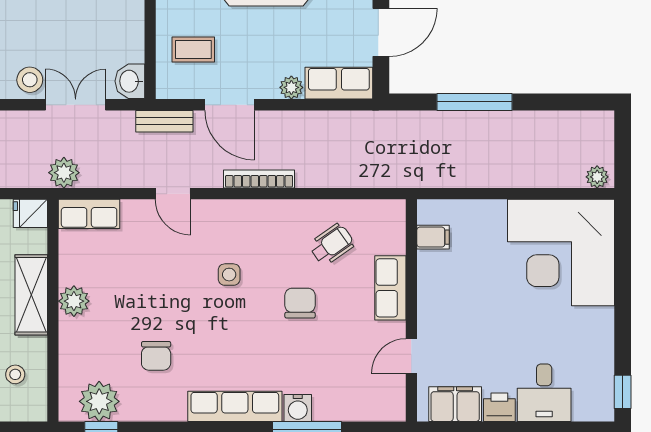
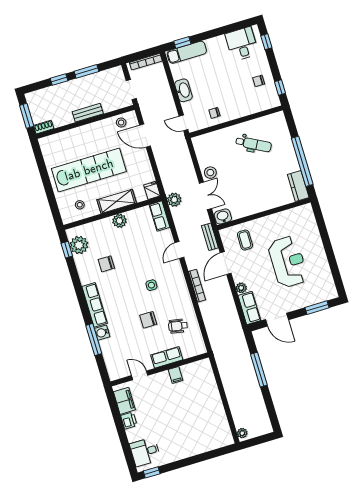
filing cabinet: (433, 237) -> (176, 375), moved
wheelchair: (332, 245) -> (178, 326), turned 135
corner desk: (561, 253) -> (204, 427), removed
chair: (300, 303) -> (148, 320), turned 180
desk: (544, 393) -> (145, 452), moved

